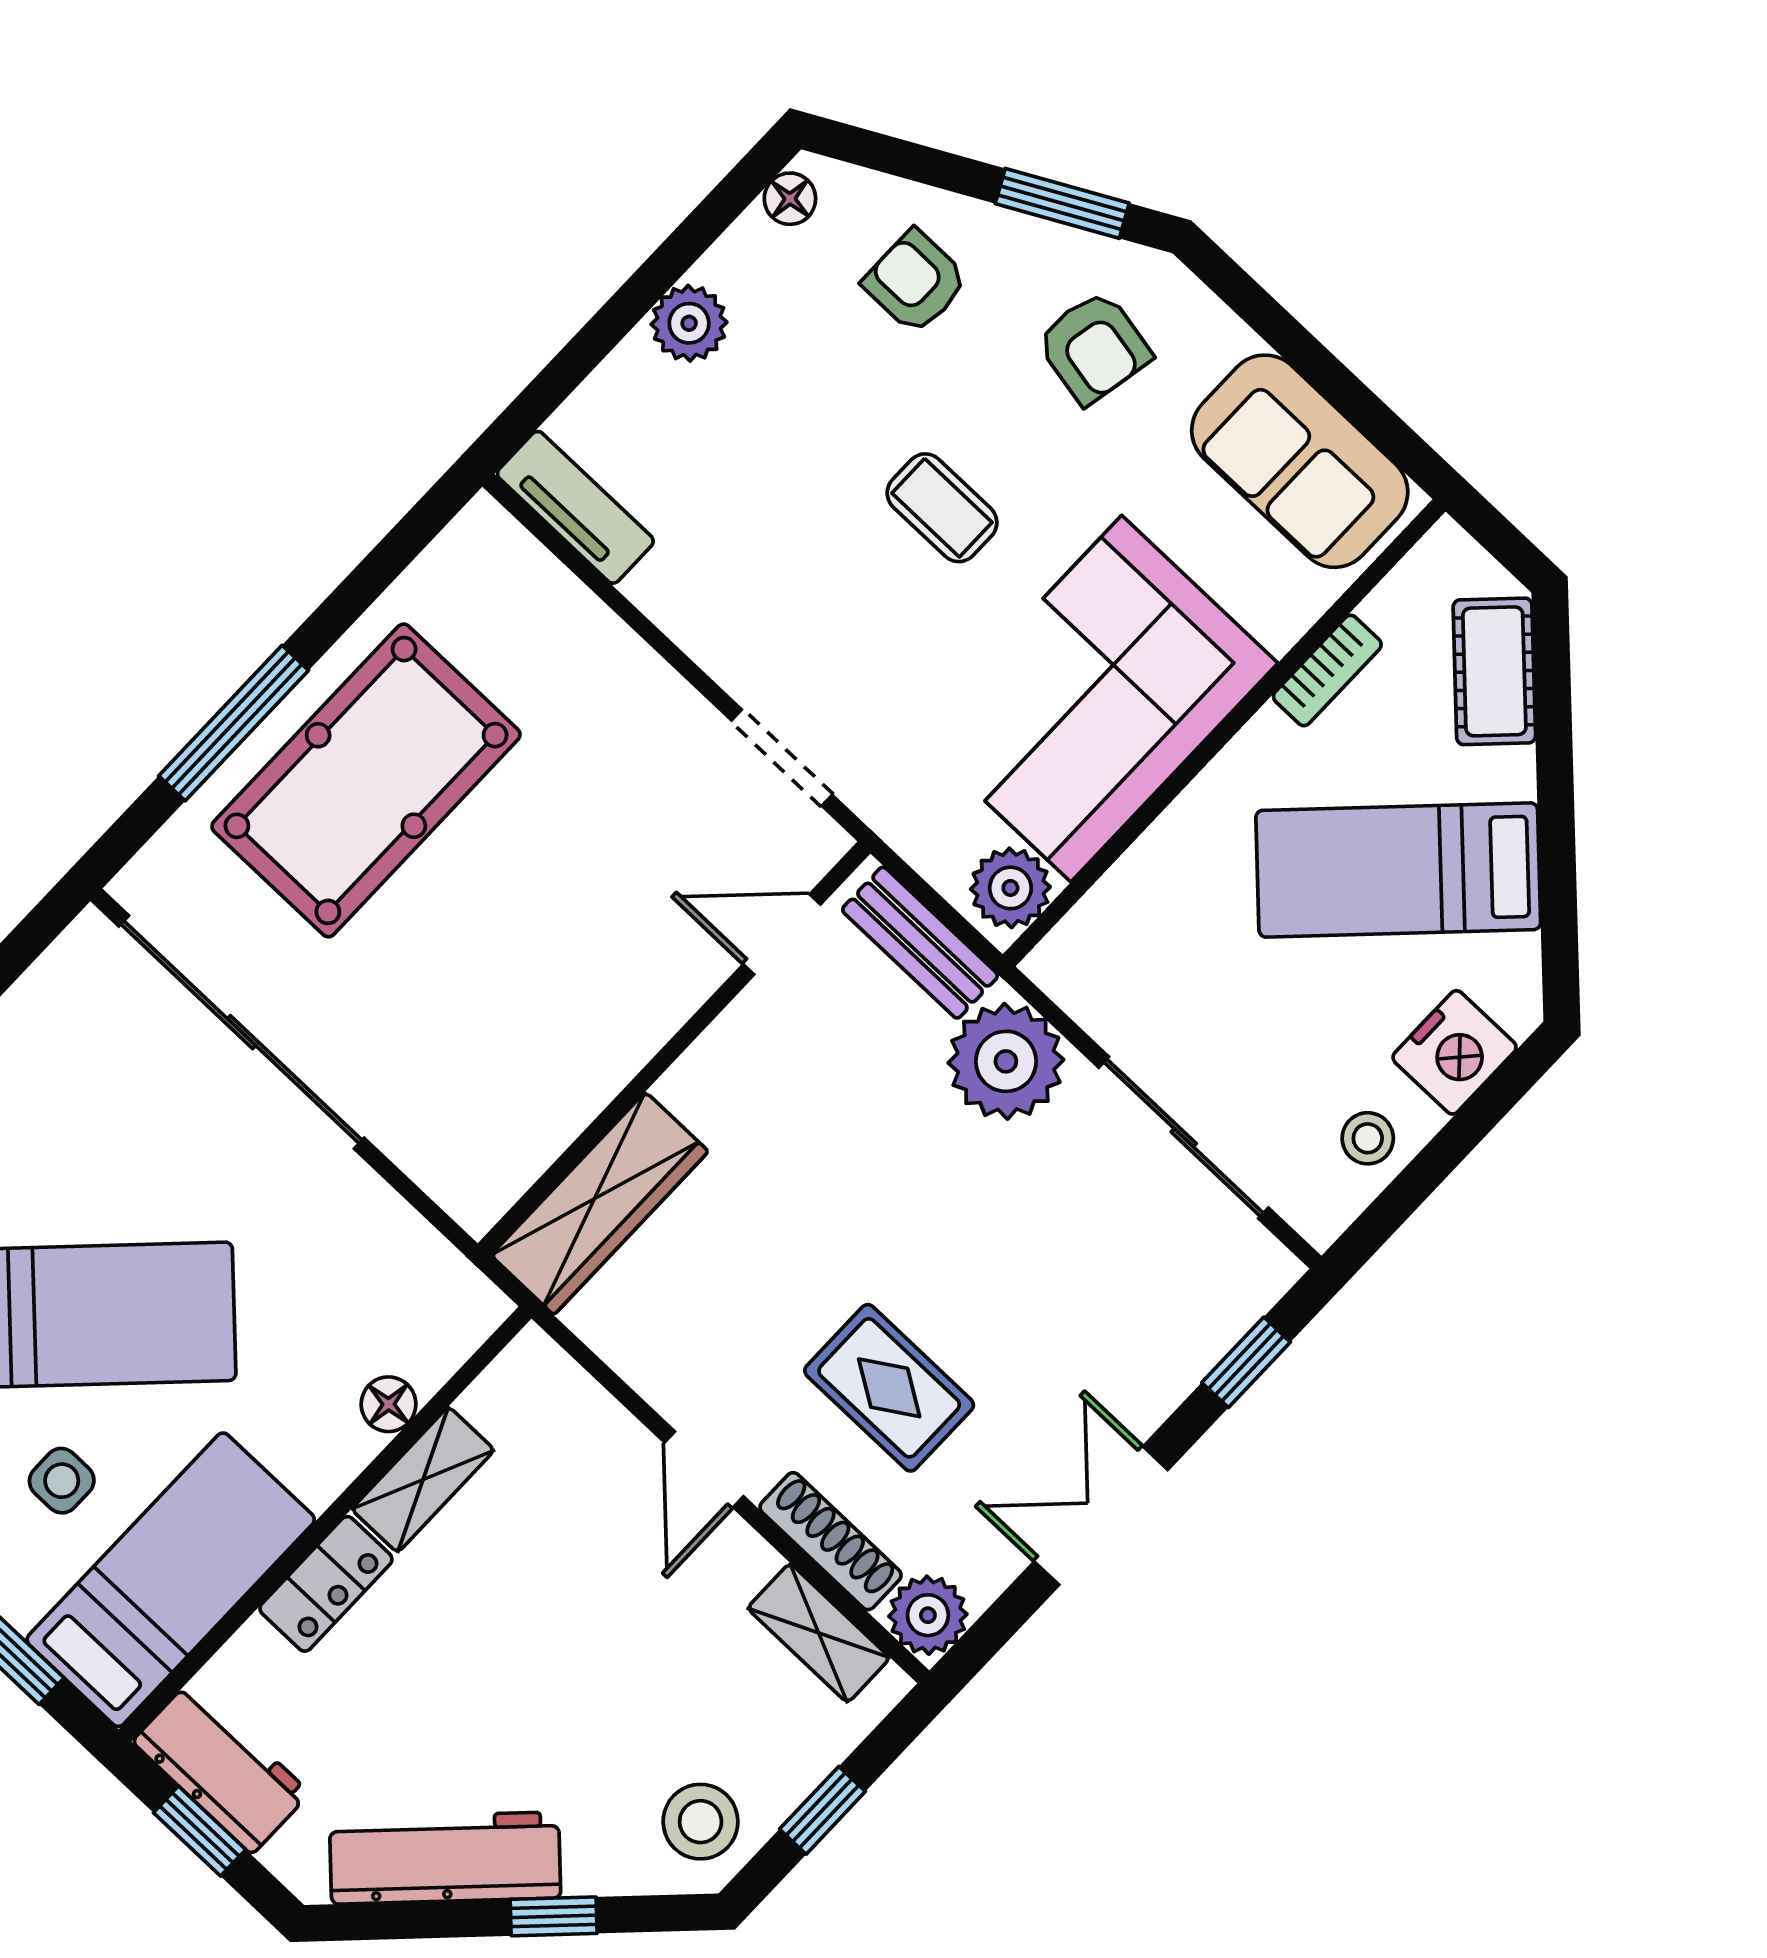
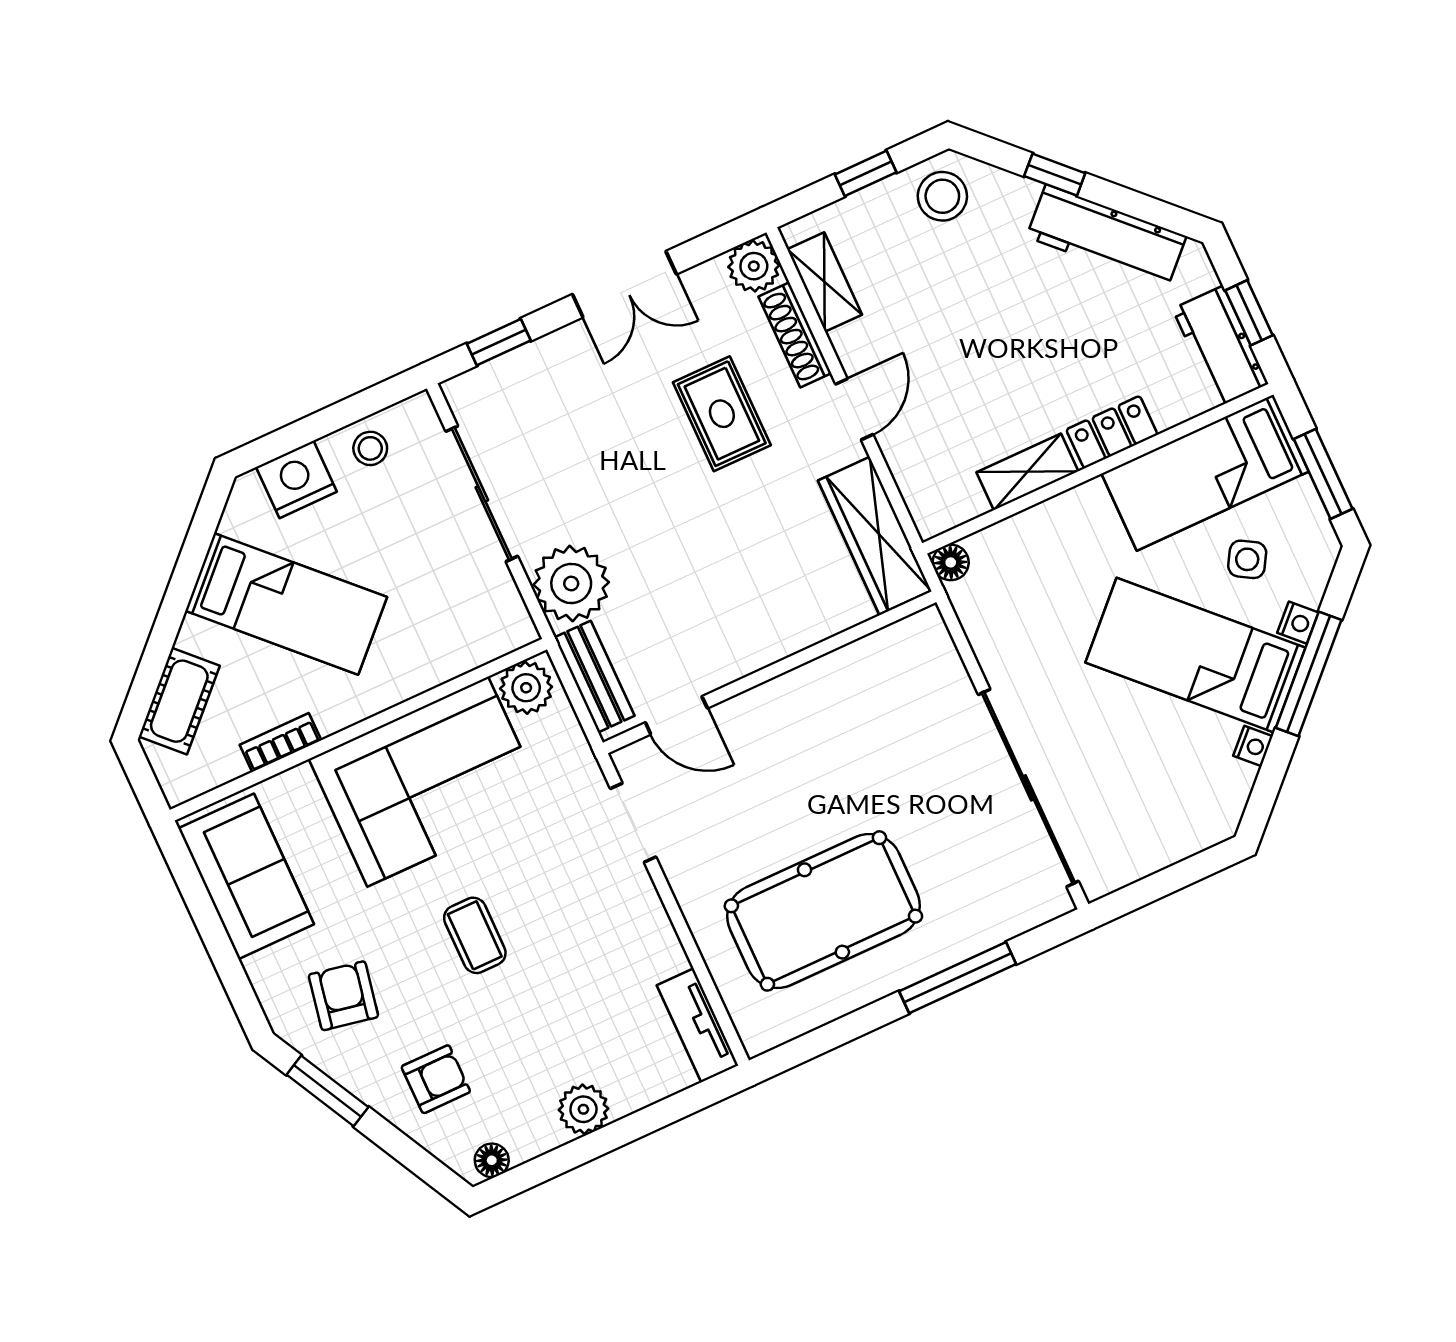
armchair: (915, 282) -> (436, 1079), turned -90
pool table: (366, 780) -> (823, 911), moved
wardrobe: (600, 1203) -> (875, 536), moved, turned -90
floor lamp: (389, 1404) -> (951, 562), moved
side table: (62, 1481) -> (1247, 559), turned 31

